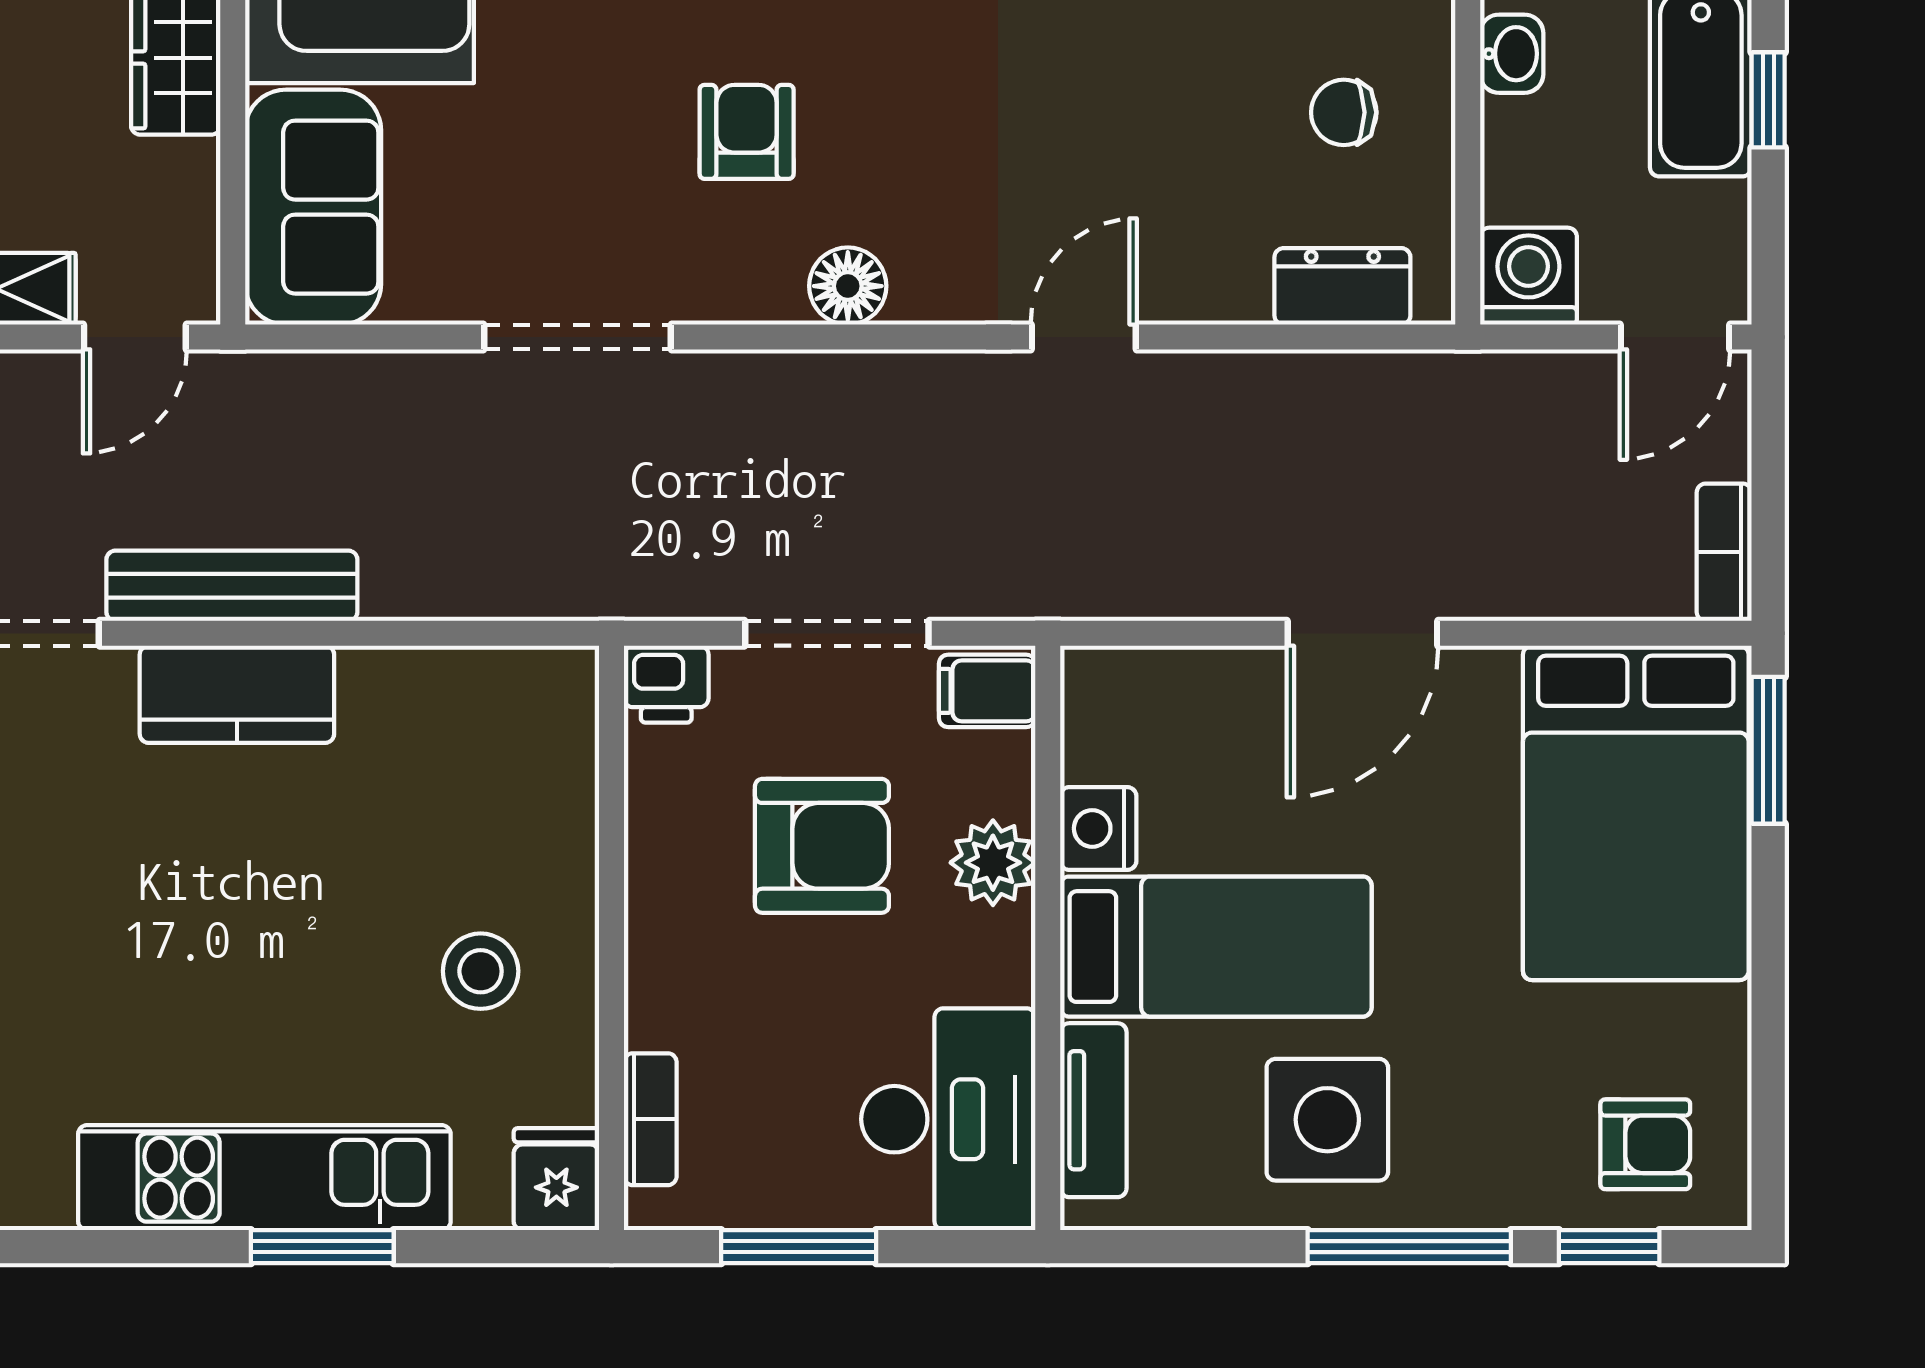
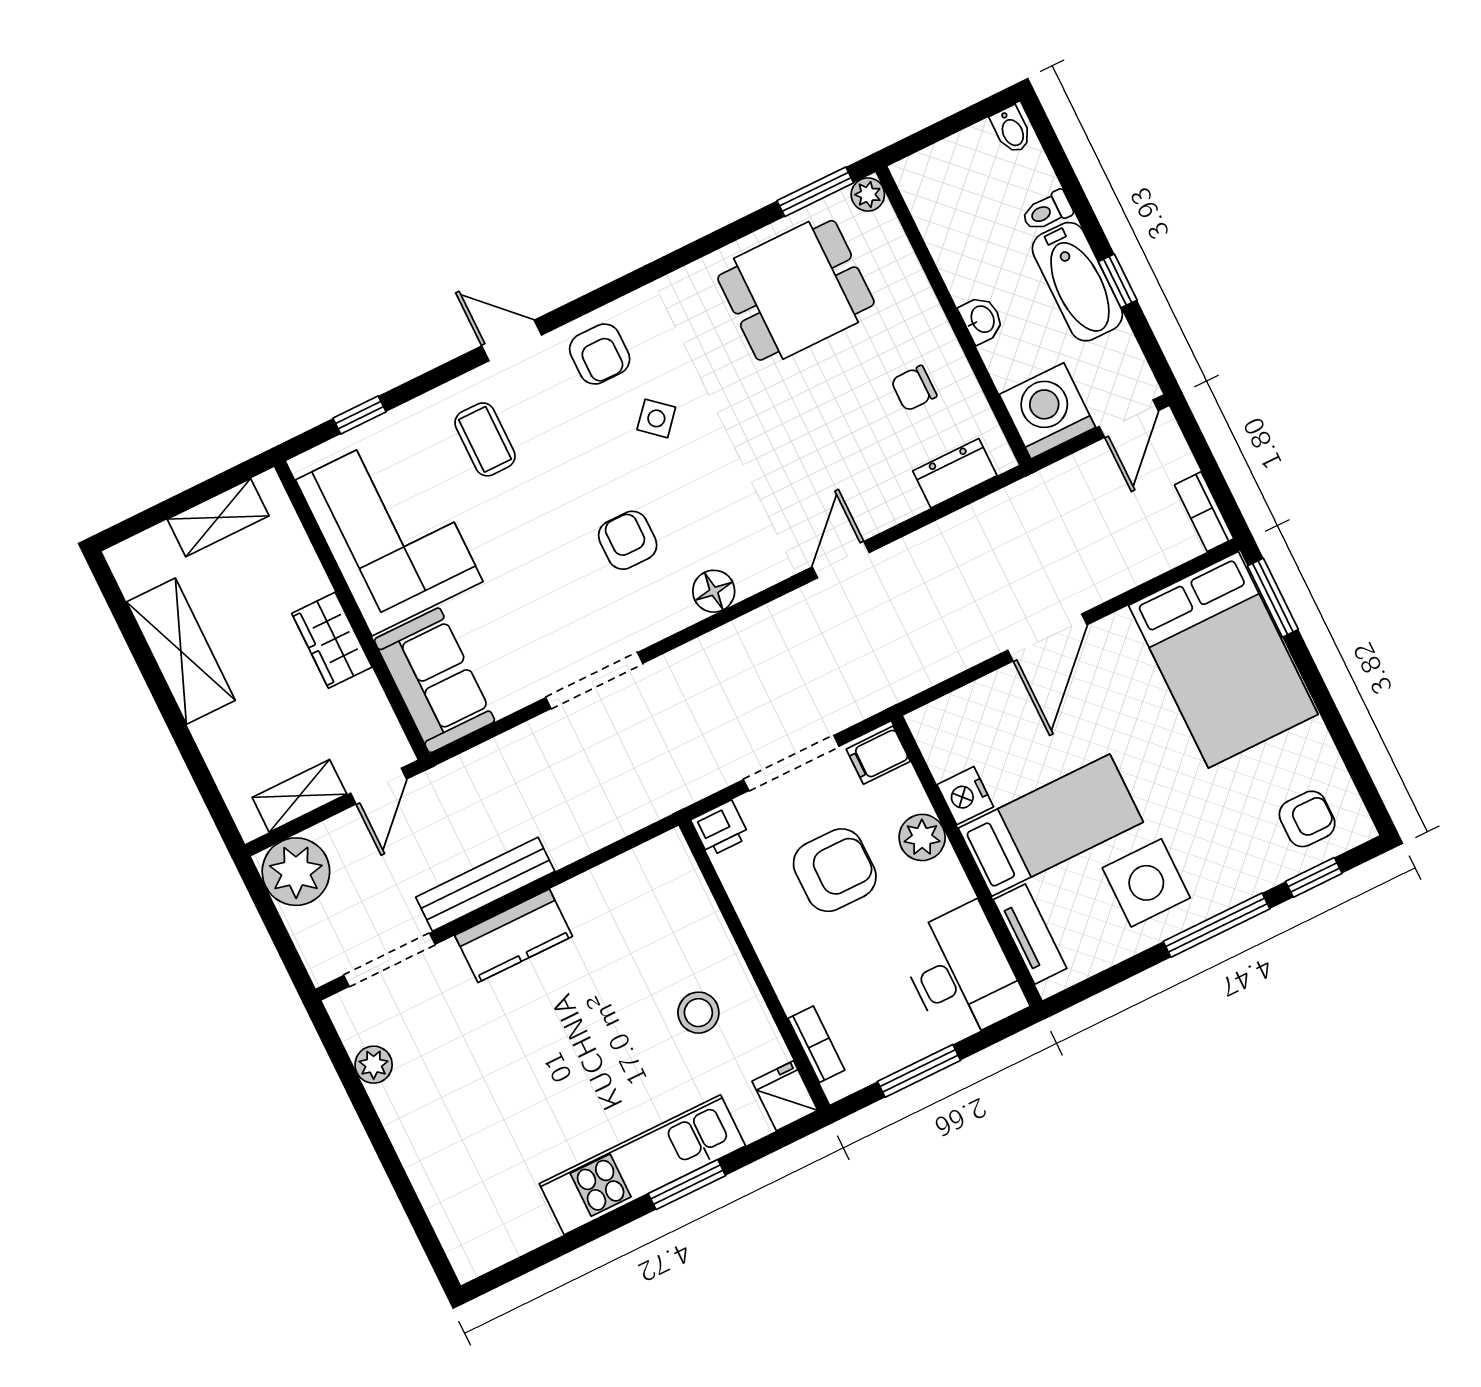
washing machine: (1528, 276) -> (1047, 411), width x1.37, depth x1.37

